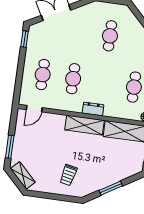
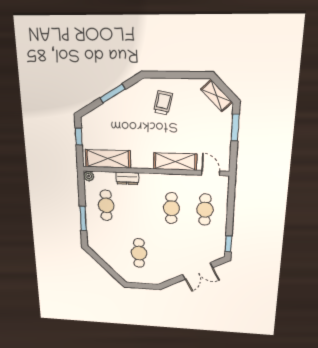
door: (34, 109) -> (211, 173), hinge flipped
dresser: (93, 109) -> (127, 178), moved
shelving: (85, 125) -> (175, 162), moved

